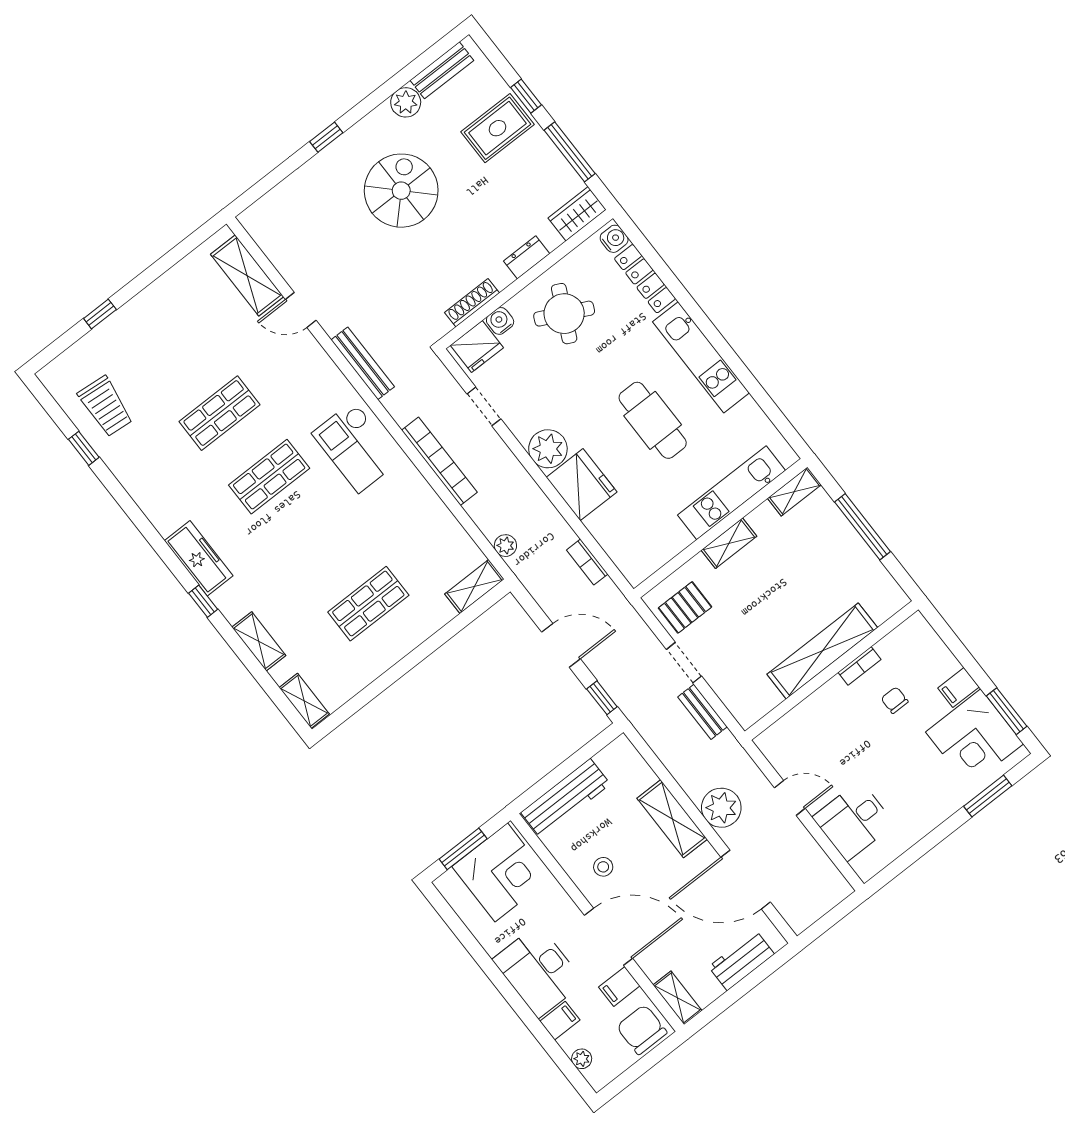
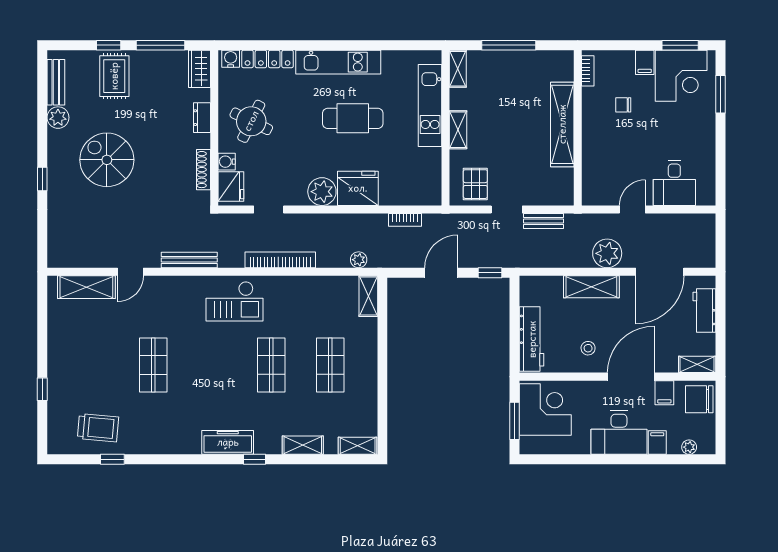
shop shelf: (269, 477) -> (271, 365), moved
bookcase: (860, 666) -> (588, 71), moved

